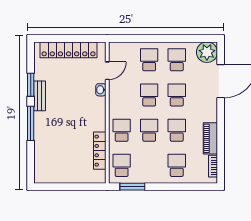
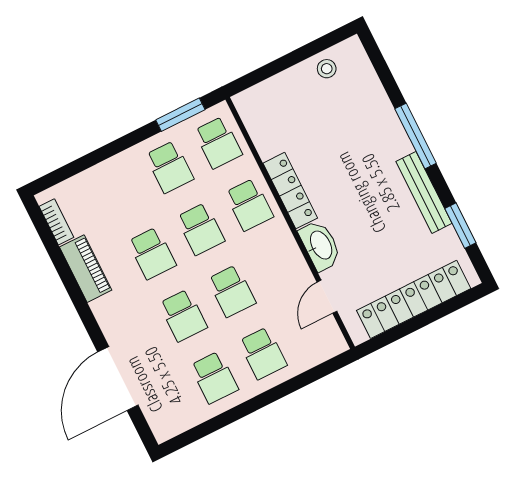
plant: (207, 52) -> (168, 417), removed
window: (31, 85) -> (460, 226), moved
washbasin: (101, 90) -> (320, 245), width x1.91, depth x1.45
bench: (40, 96) -> (424, 192), width x1.36
locker: (100, 151) -> (290, 191), moved
school desk: (177, 165) -> (169, 167), moved
stool: (56, 174) -> (327, 69), added

